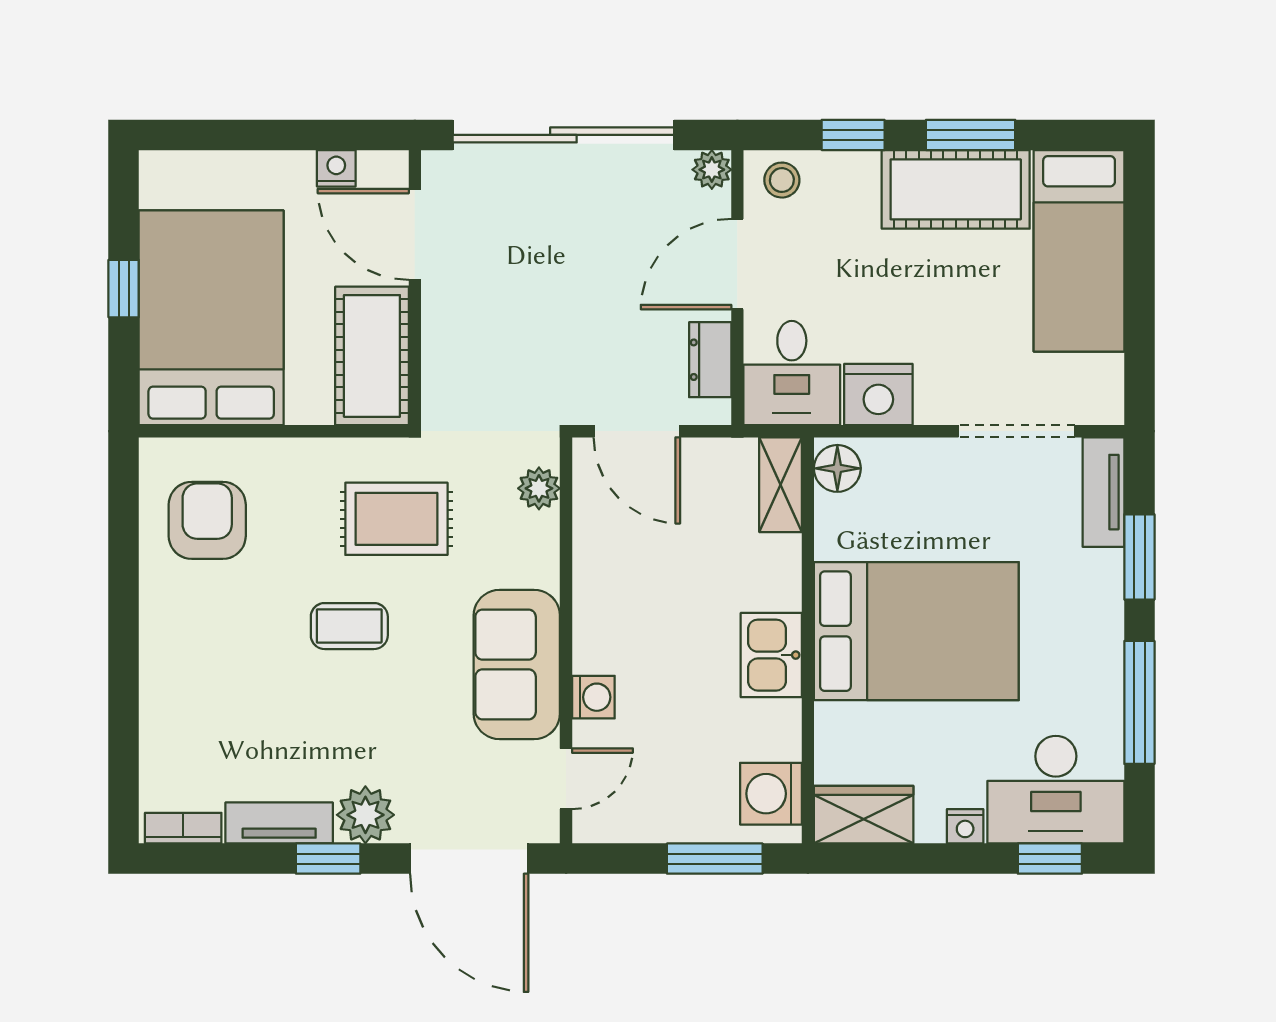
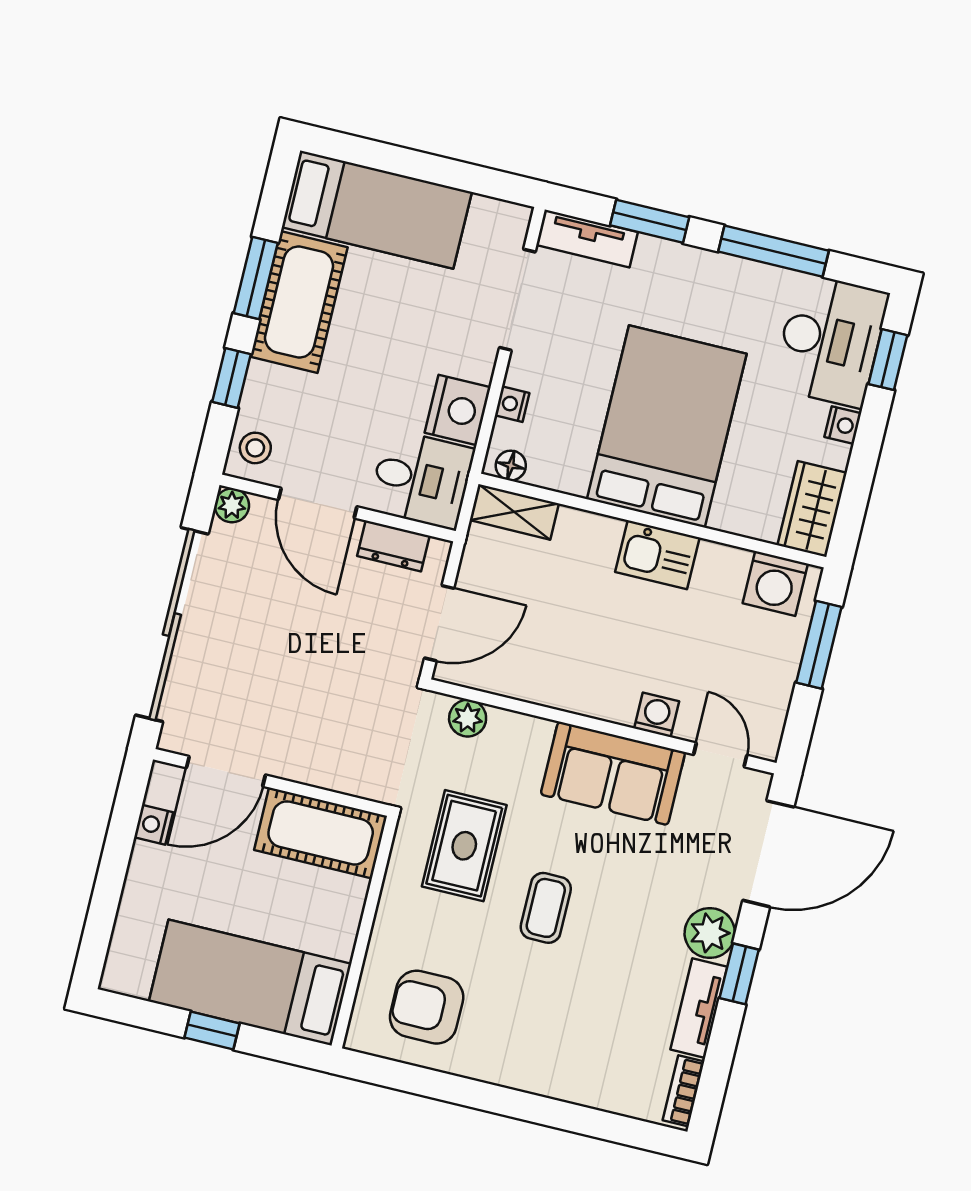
bed: (211, 318) -> (250, 983), width x0.67
nightstand: (900, 453) -> (512, 404), added
floor lamp: (837, 468) -> (511, 465), width x0.73, depth x0.73

